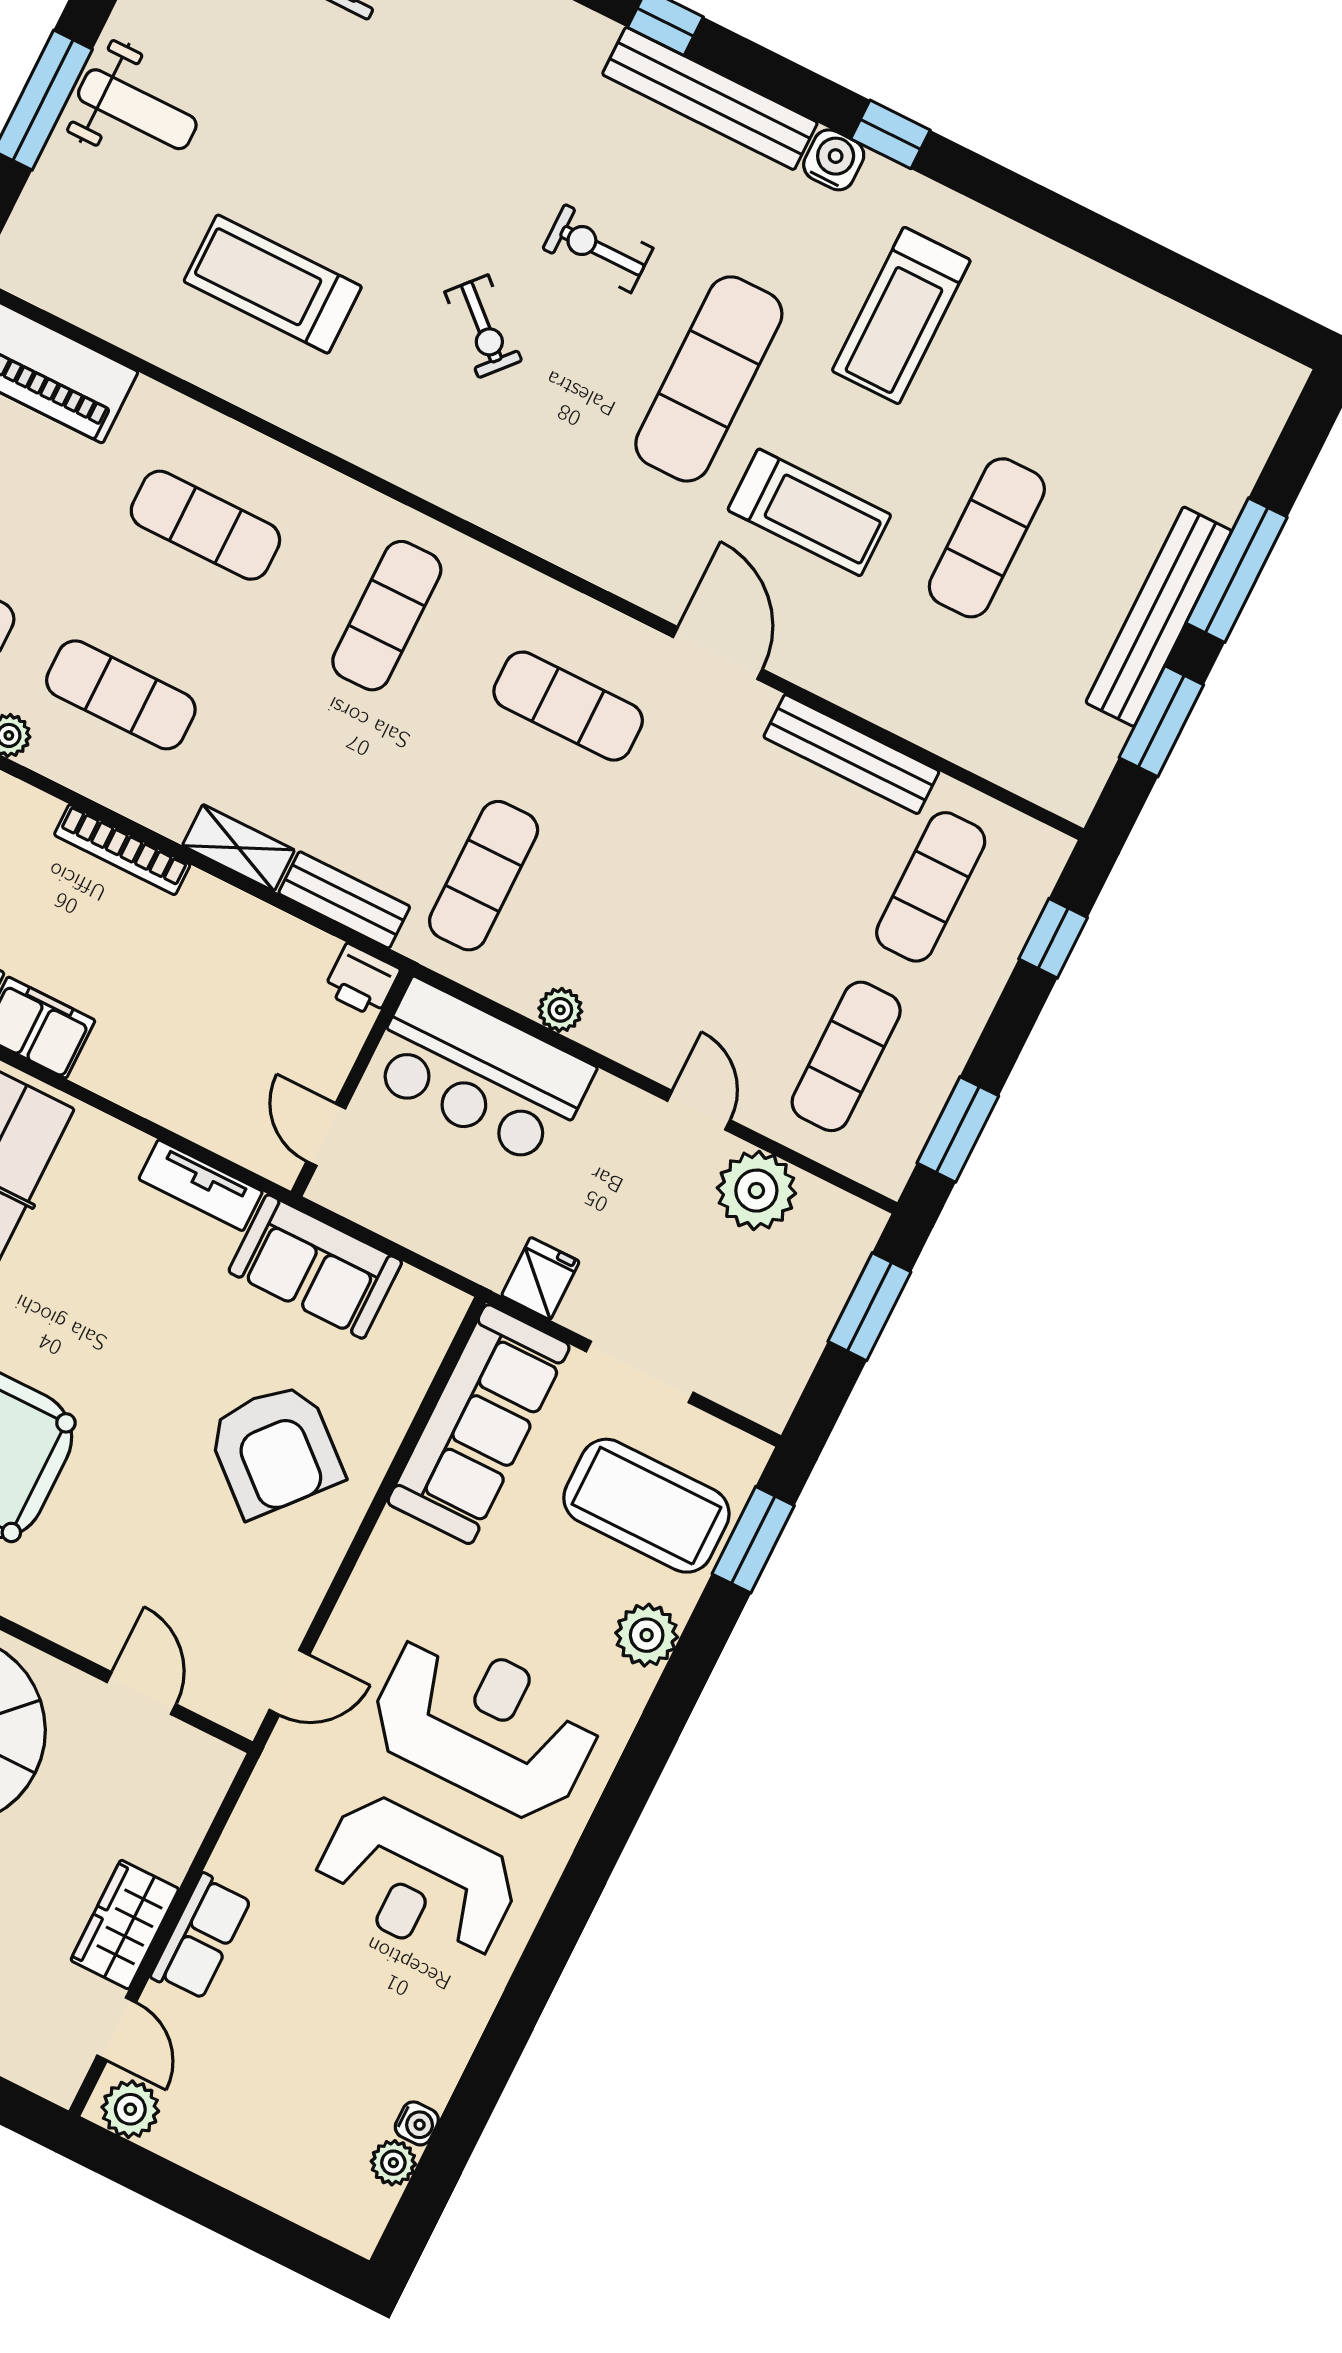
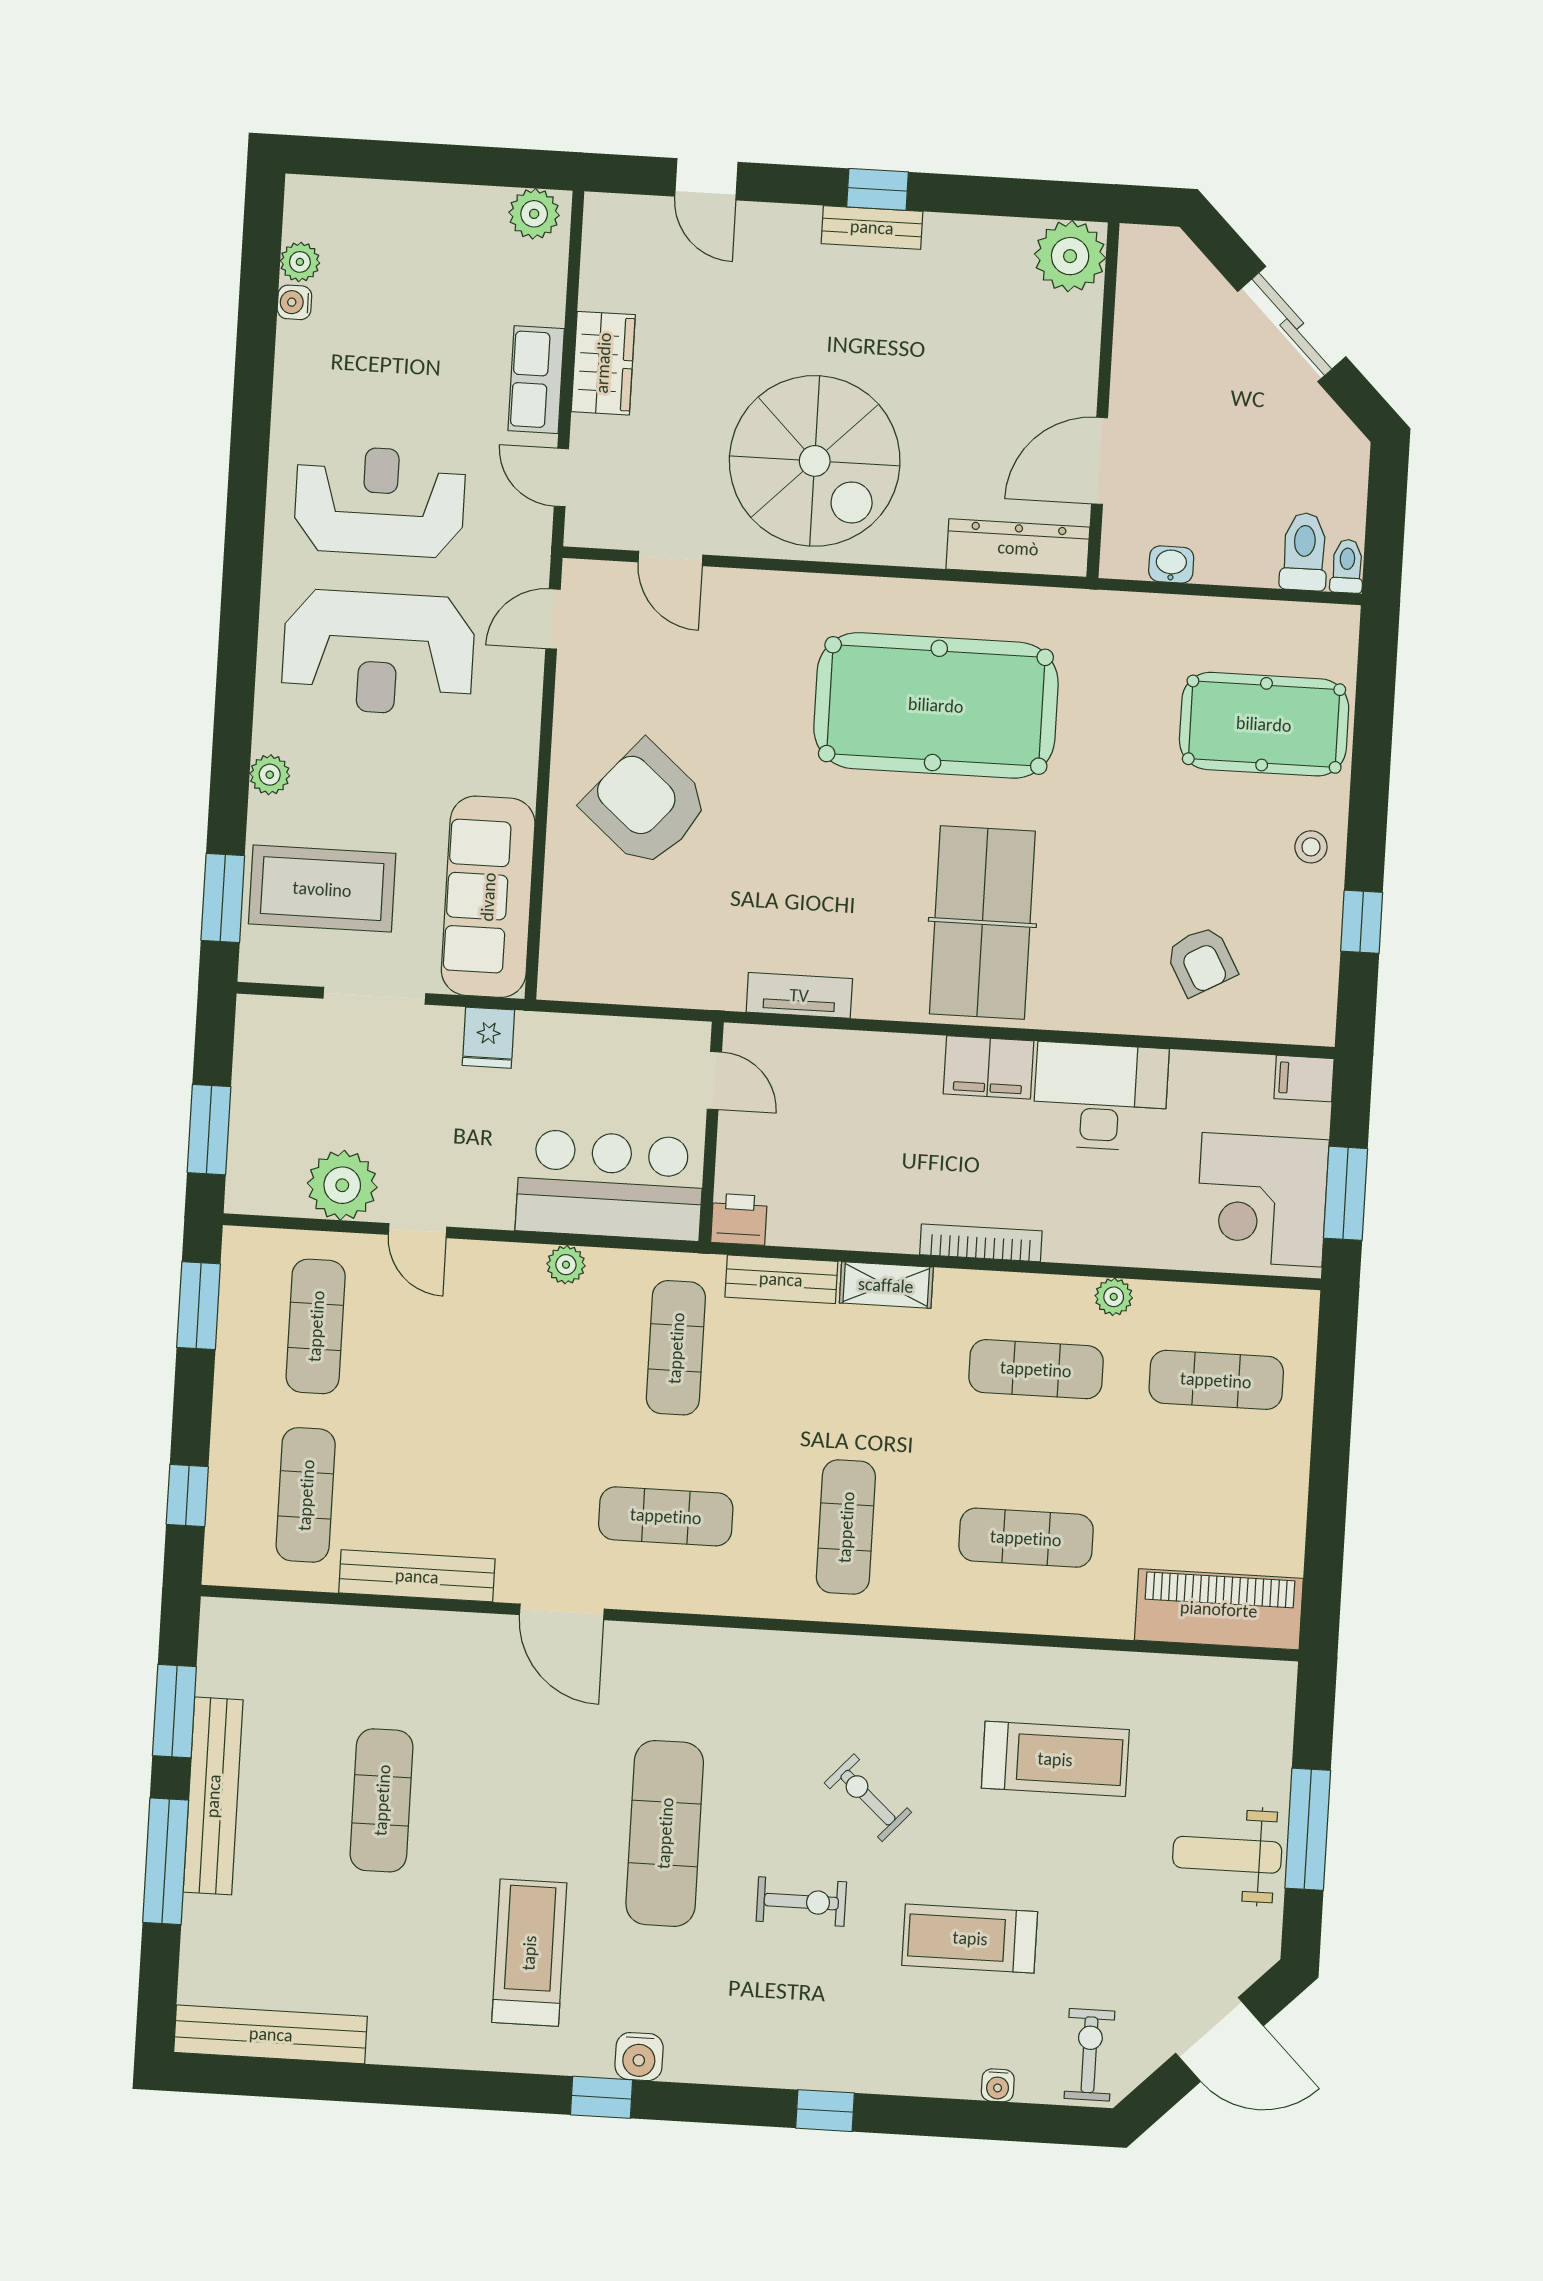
bench: (710, 98) -> (271, 2034), moved
treadmill: (809, 512) -> (970, 1938), moved
sofa: (315, 1267) -> (677, 969), removed
plant: (647, 1635) -> (270, 775), width x0.73, depth x0.73
door: (116, 2029) -> (561, 477), moved

